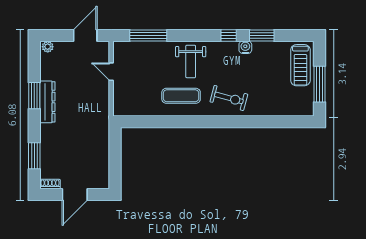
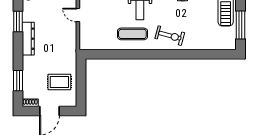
window: (34, 96) -> (18, 22), moved
rug: (87, 157) -> (59, 82), added

